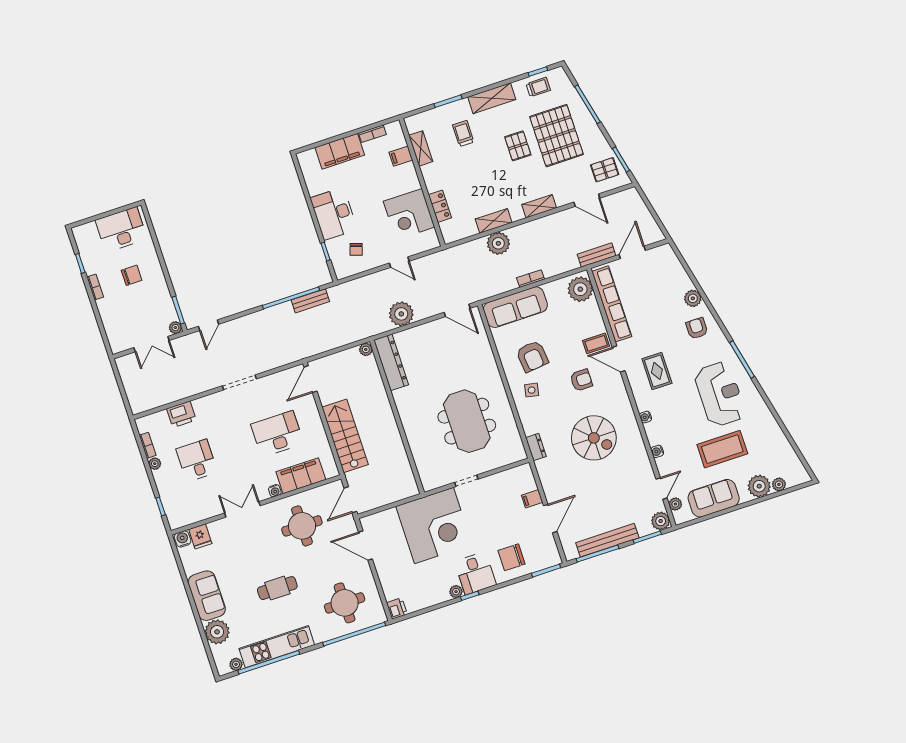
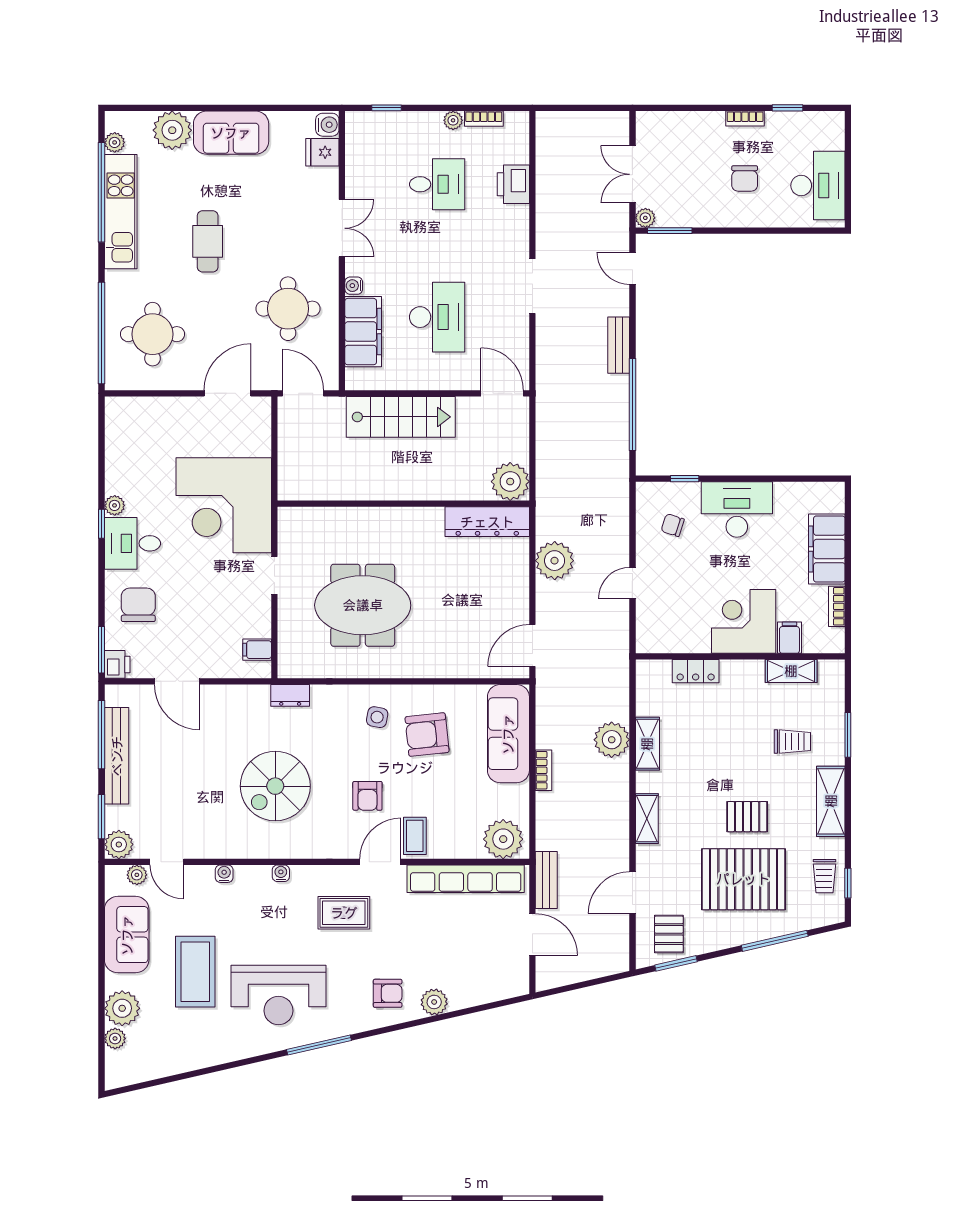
corner desk: (409, 214) -> (744, 621), moved
bench: (310, 301) -> (619, 345), moved
plant: (366, 349) -> (510, 482), width x1.88, depth x1.88
filing cabinet: (532, 499) -> (257, 650), moved, turned -90
printer: (397, 608) -> (117, 664), moved, turned -90

